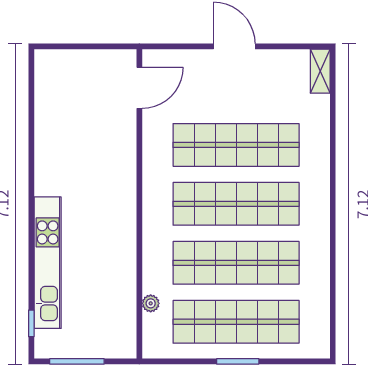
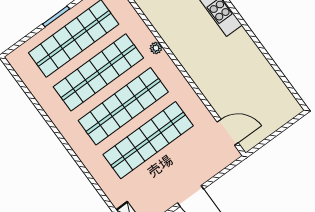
door: (139, 88) -> (228, 132), swing flipped
plant: (151, 303) -> (156, 48), moved

